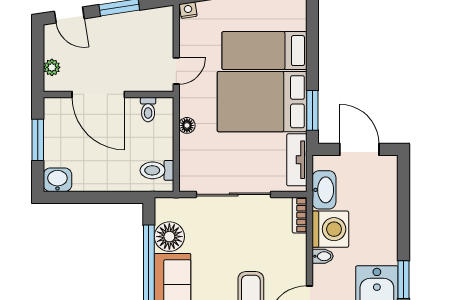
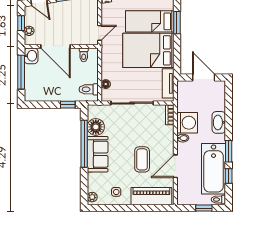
window: (38, 54) -> (21, 23), added
window: (312, 110) -> (177, 23), moved
floor lamp: (187, 125) -> (106, 84), moved
window: (38, 140) -> (21, 72), width x1.44
washbasin: (57, 180) -> (31, 56), moved, turned 90
washbasin: (324, 190) -> (219, 122), moved, turned 180
window: (120, 197) -> (68, 105), added

